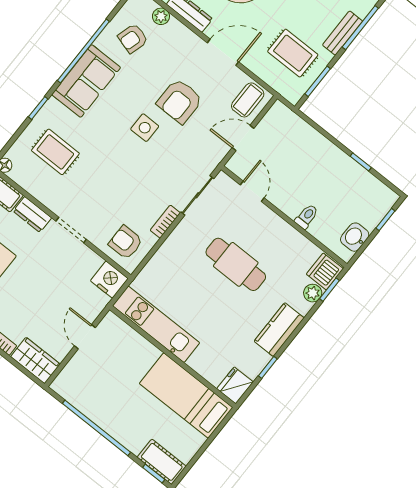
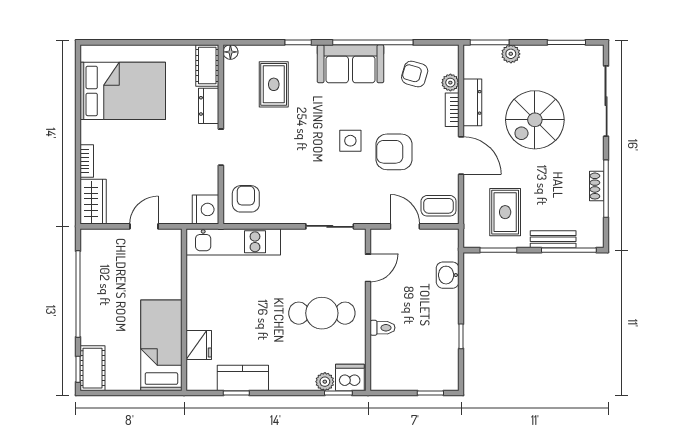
bookcase: (165, 222) -> (452, 110), moved, turned -90
washbasin: (355, 237) -> (448, 275), moved, turned -90
cafe table: (236, 264) -> (322, 313), moved, turned 90
kitchen unit: (156, 324) -> (233, 242), moved, turned 90
kitchen counter: (279, 330) -> (243, 378), moved
fridge: (235, 385) -> (199, 345), moved, turned 90

